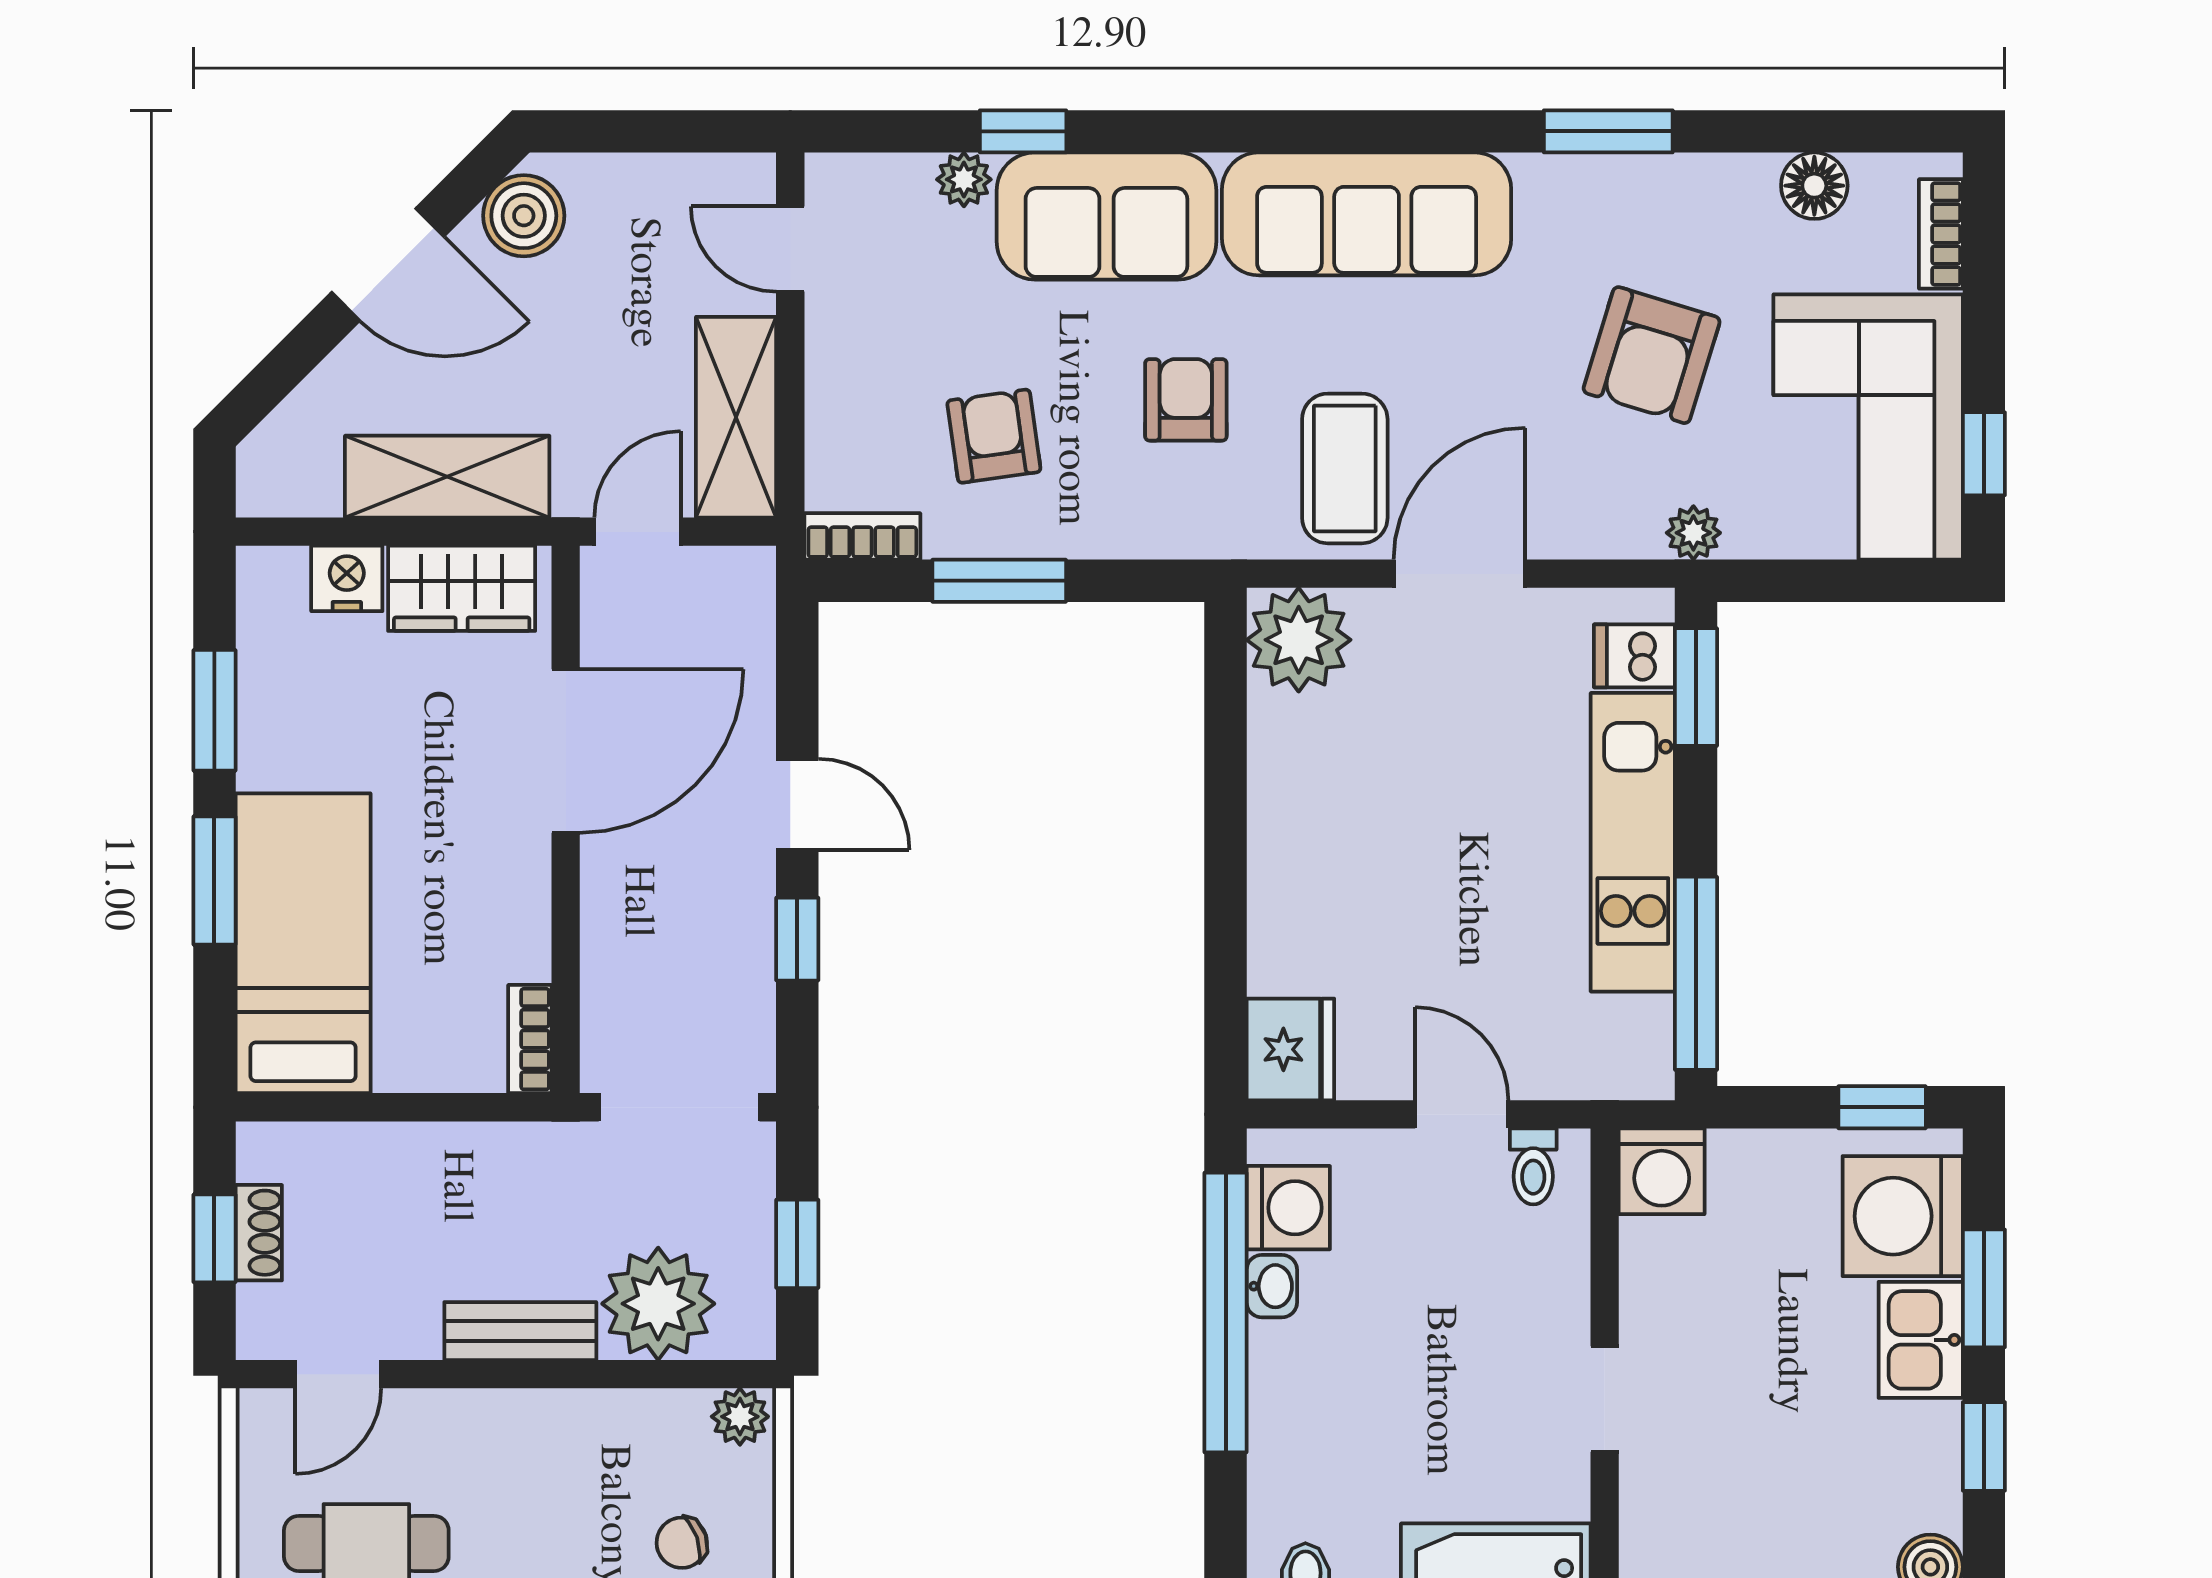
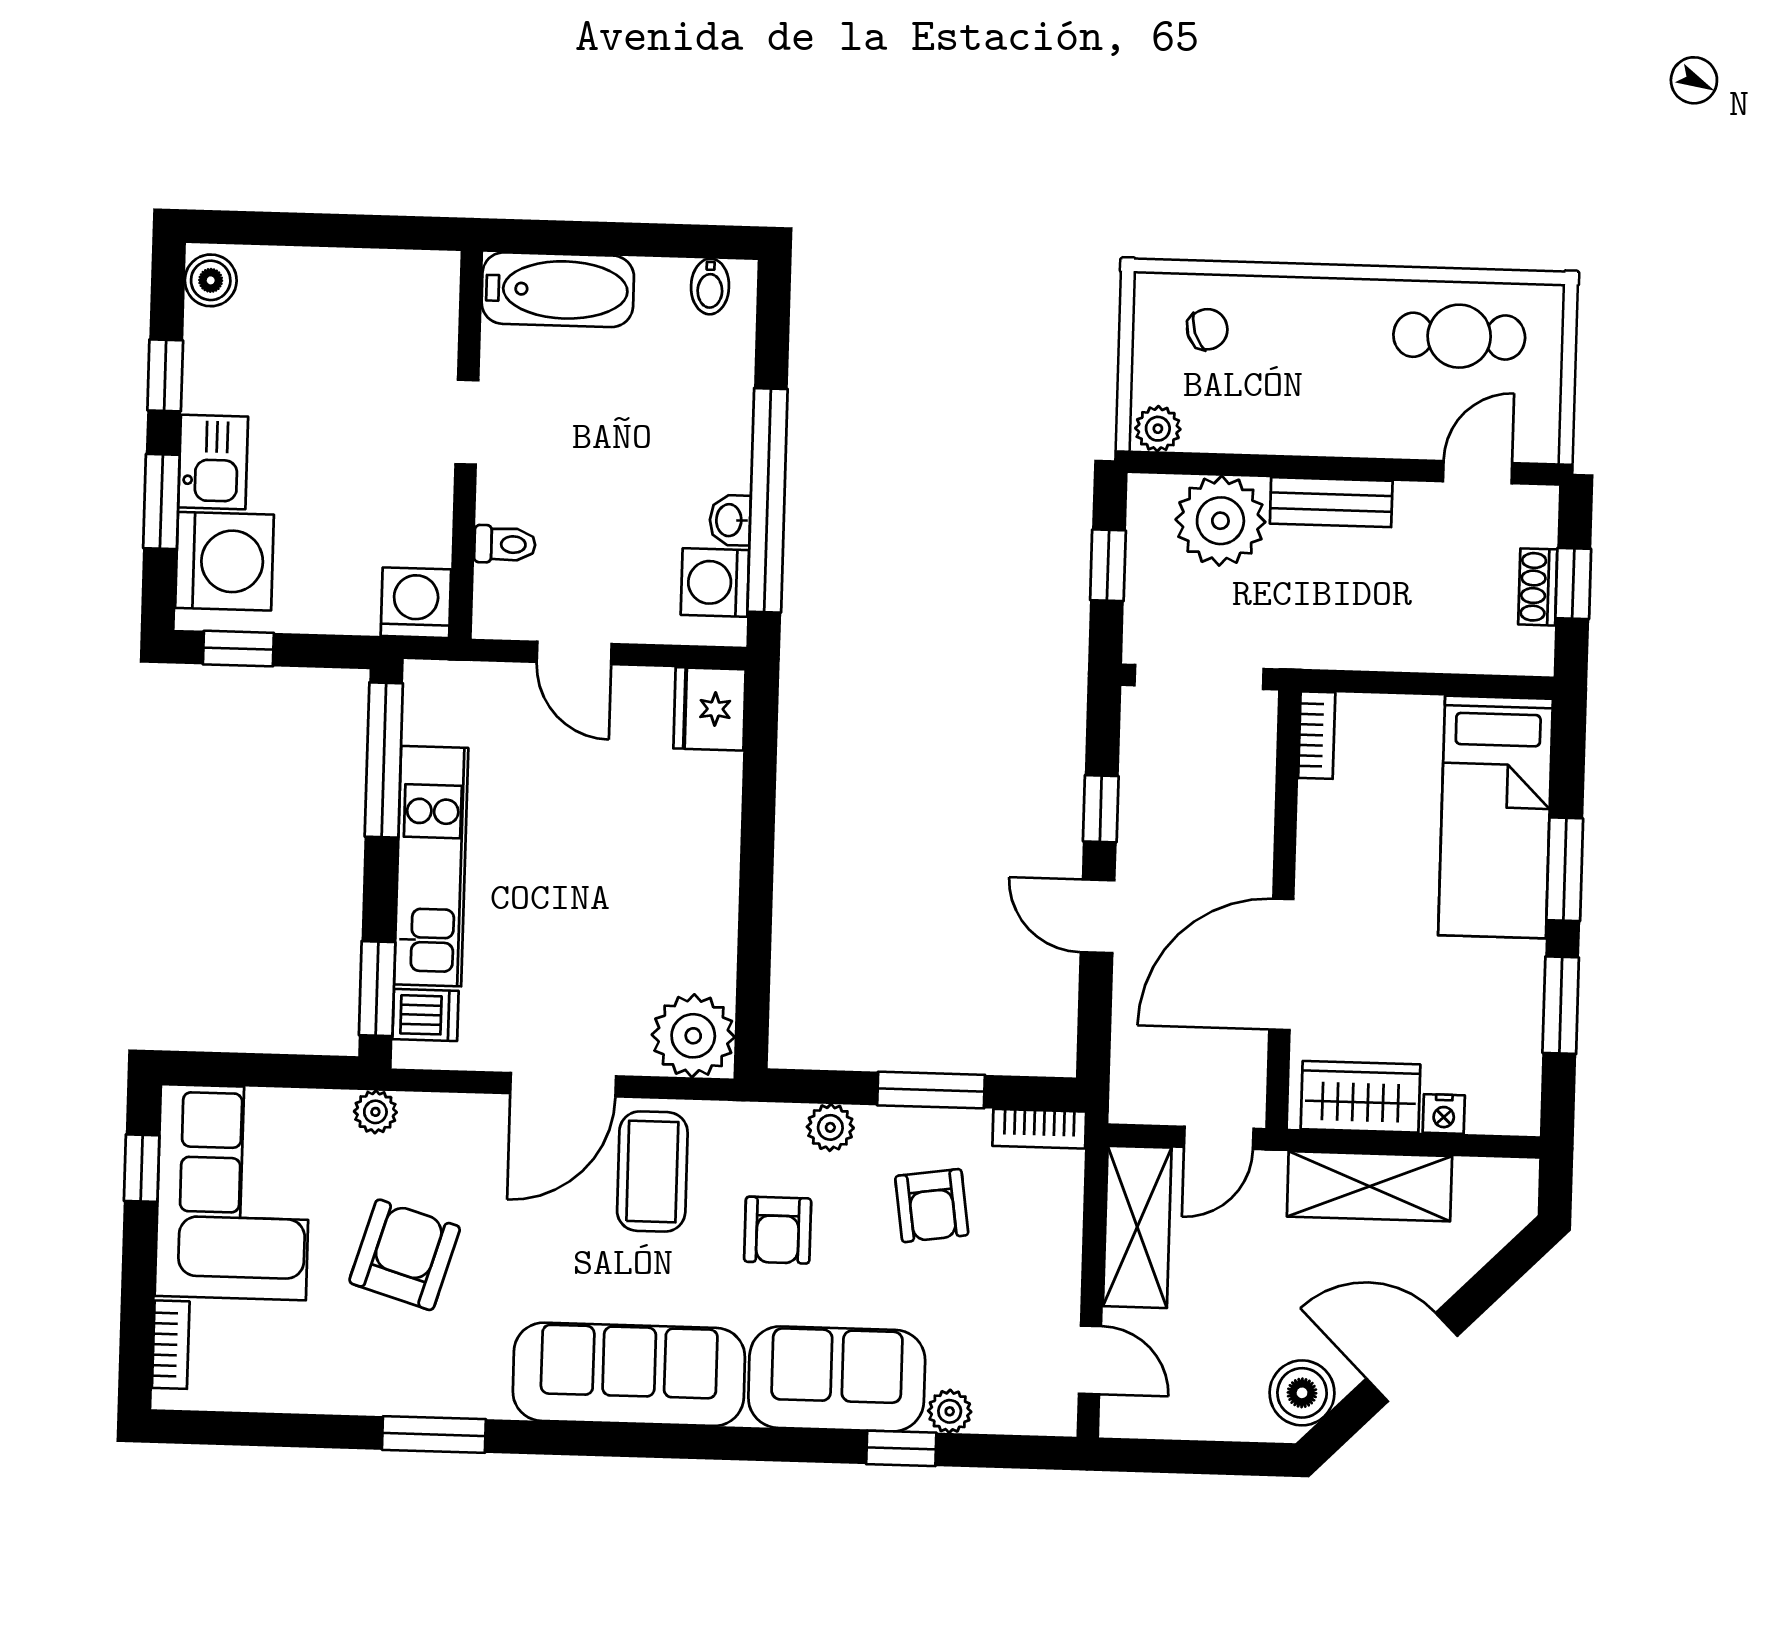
floor lamp: (1814, 186) -> (271, 1386), removed
plant: (1124, 530) -> (830, 1127), added
nightstand: (347, 578) -> (1444, 1114), width x0.72, depth x0.74
toilet: (1533, 1166) -> (505, 544), moved, turned 90

